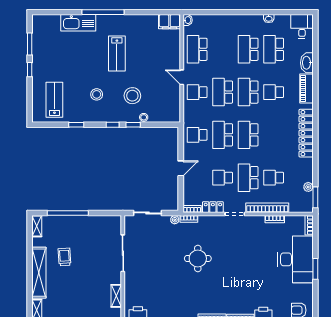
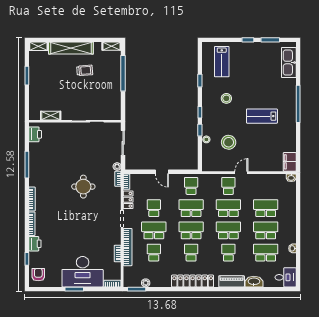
kitchen sink: (78, 23) -> (289, 63), moved
school desk: (197, 49) -> (266, 208), moved
stool: (132, 96) -> (229, 142), moved
lab bench: (54, 100) -> (222, 62), turned 90
school desk: (274, 135) -> (191, 253), added

